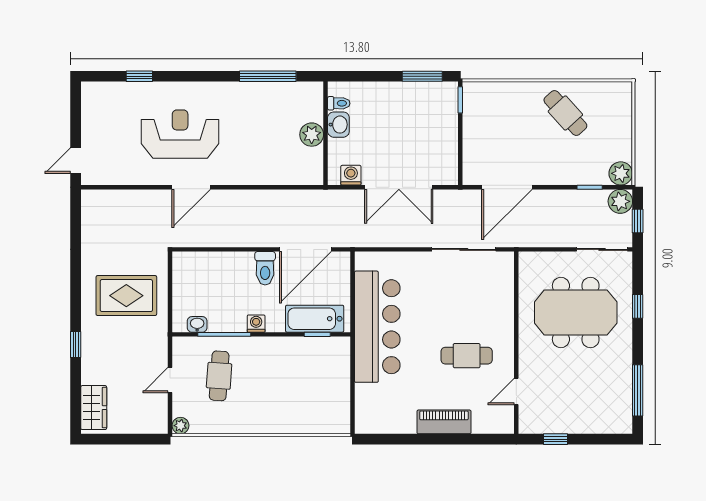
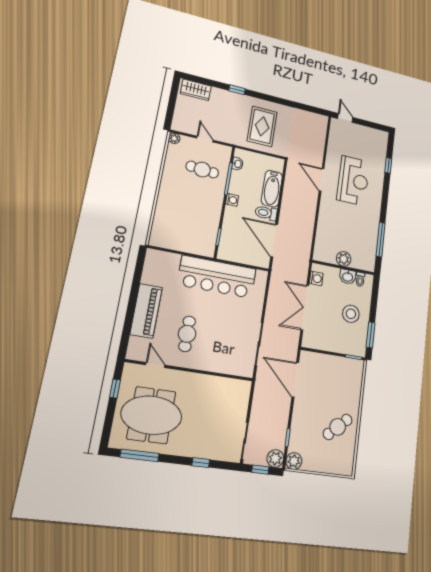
stool: (395, 112) -> (351, 314), added
meeting table: (576, 312) -> (151, 415), moved, turned 90
bathtub: (315, 319) -> (272, 189), moved, turned 180
piano: (444, 422) -> (146, 311), width x1.37, depth x1.33

